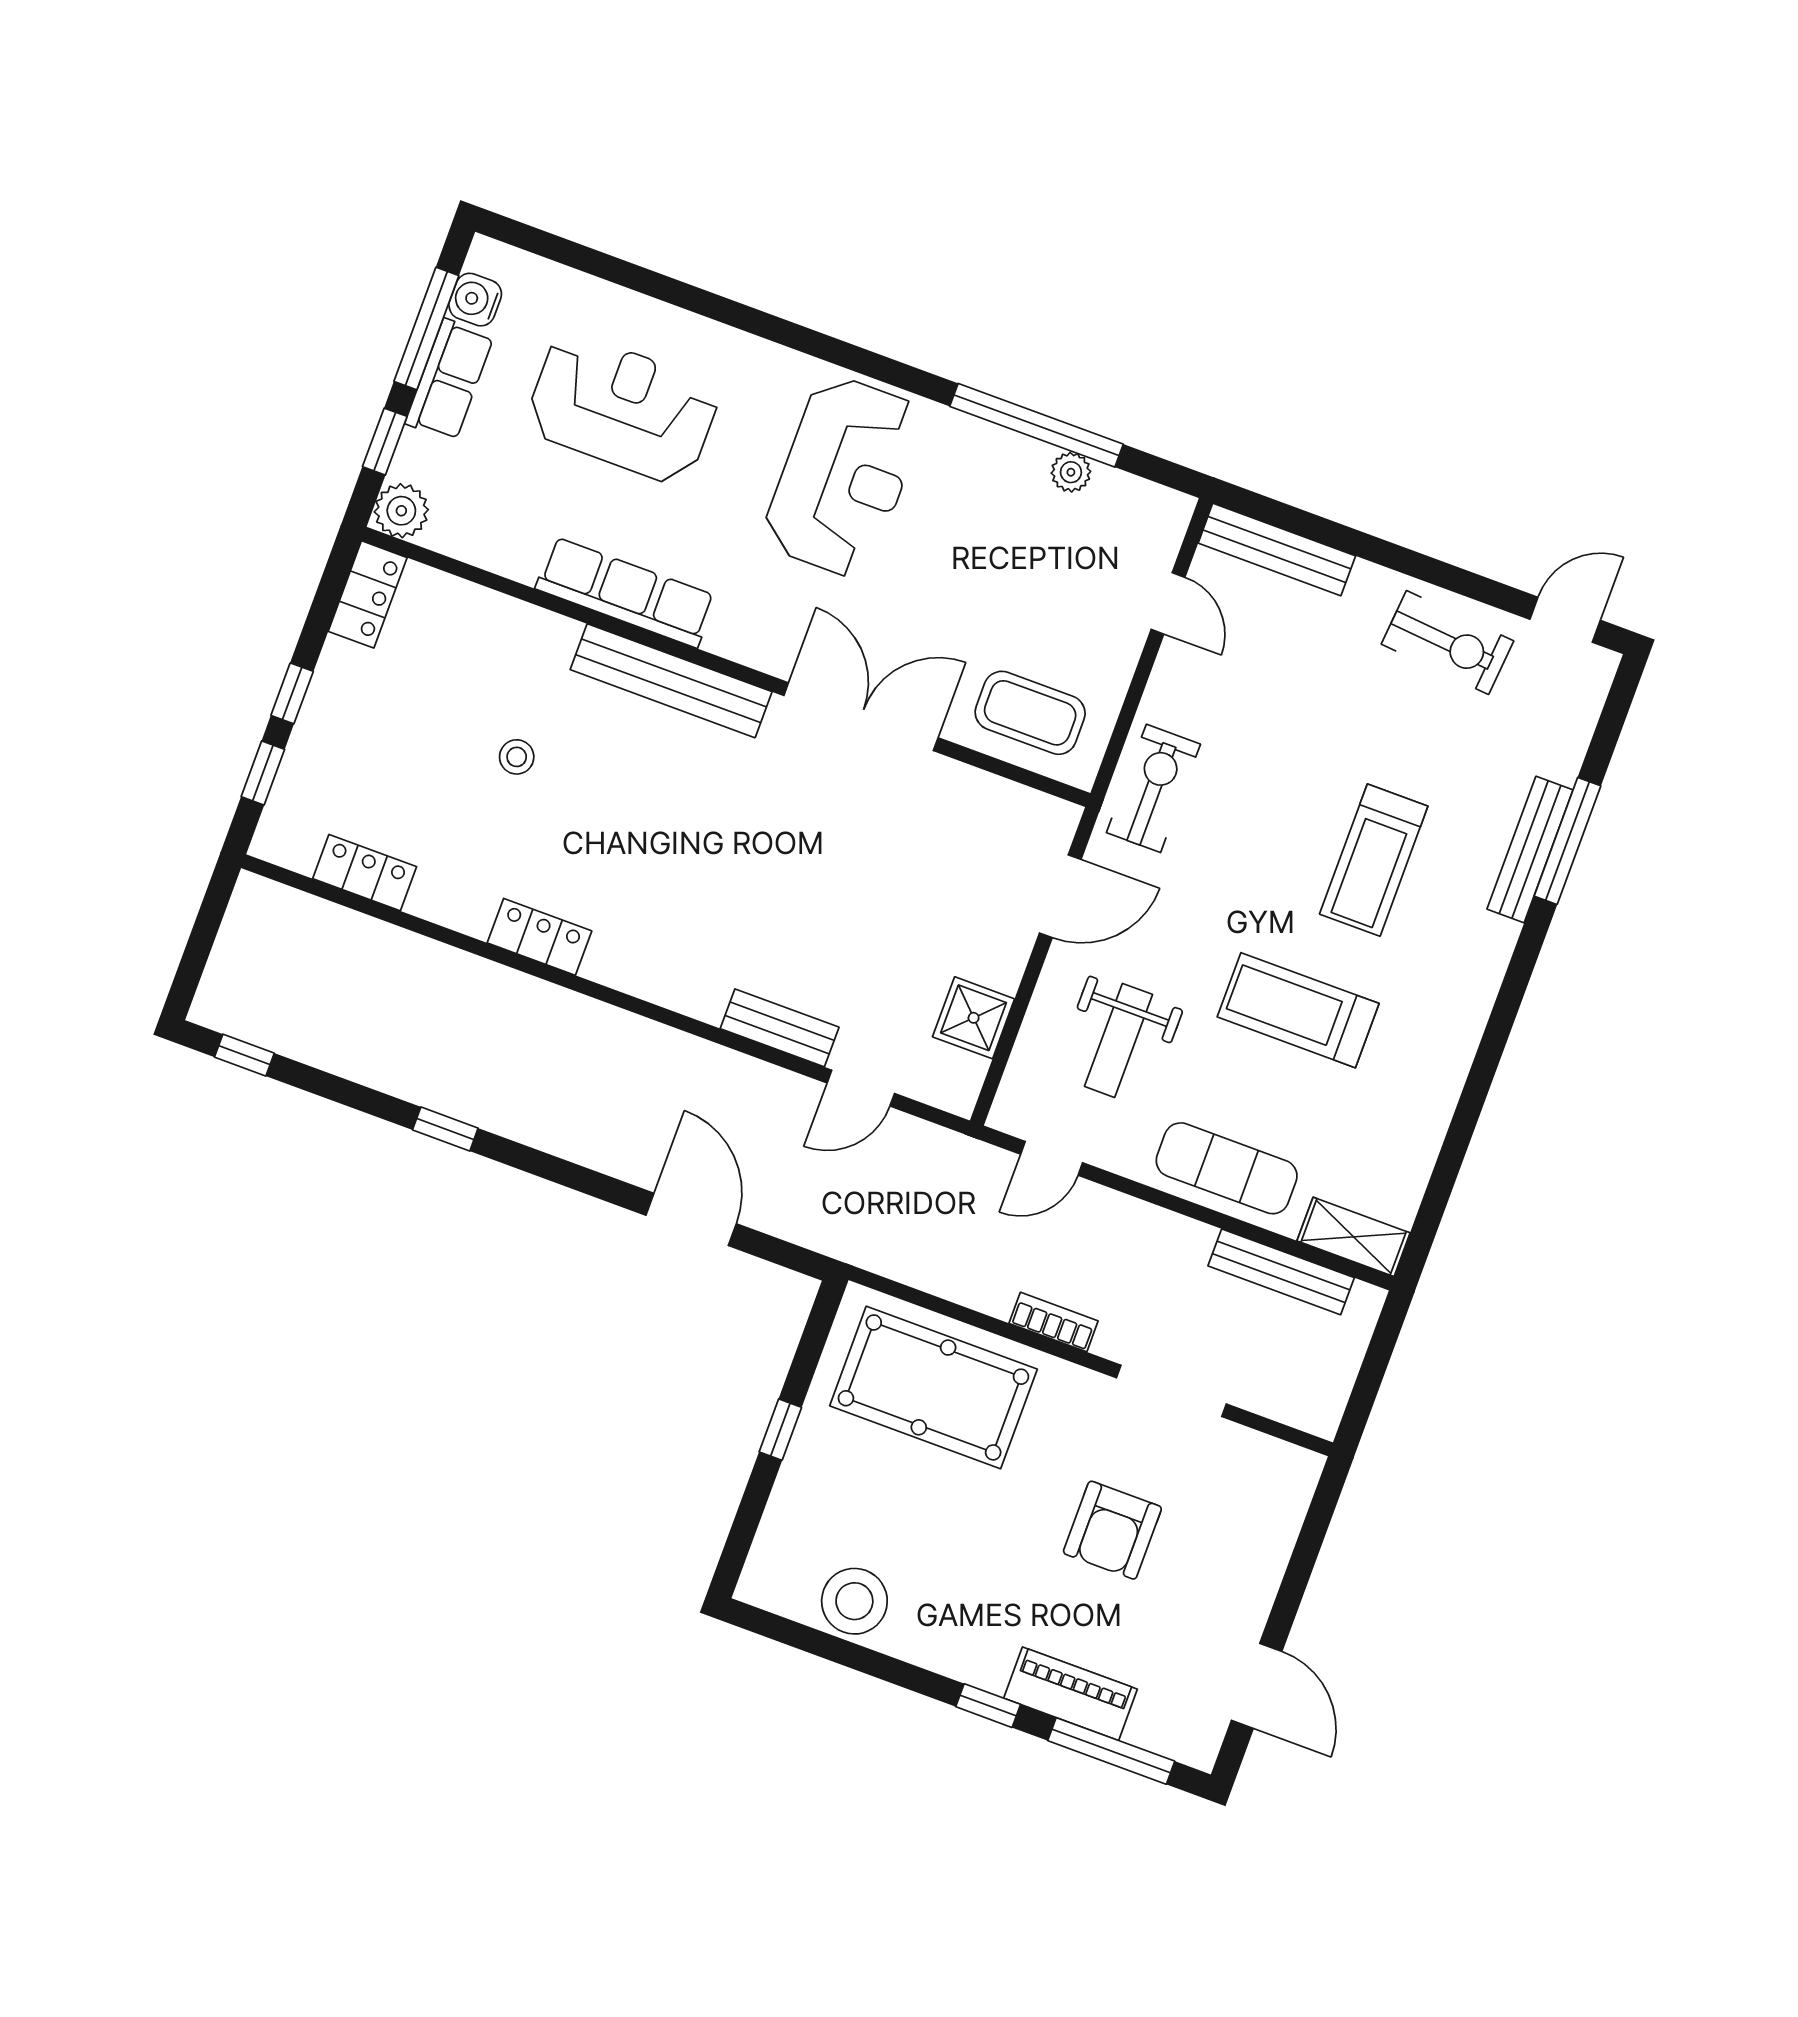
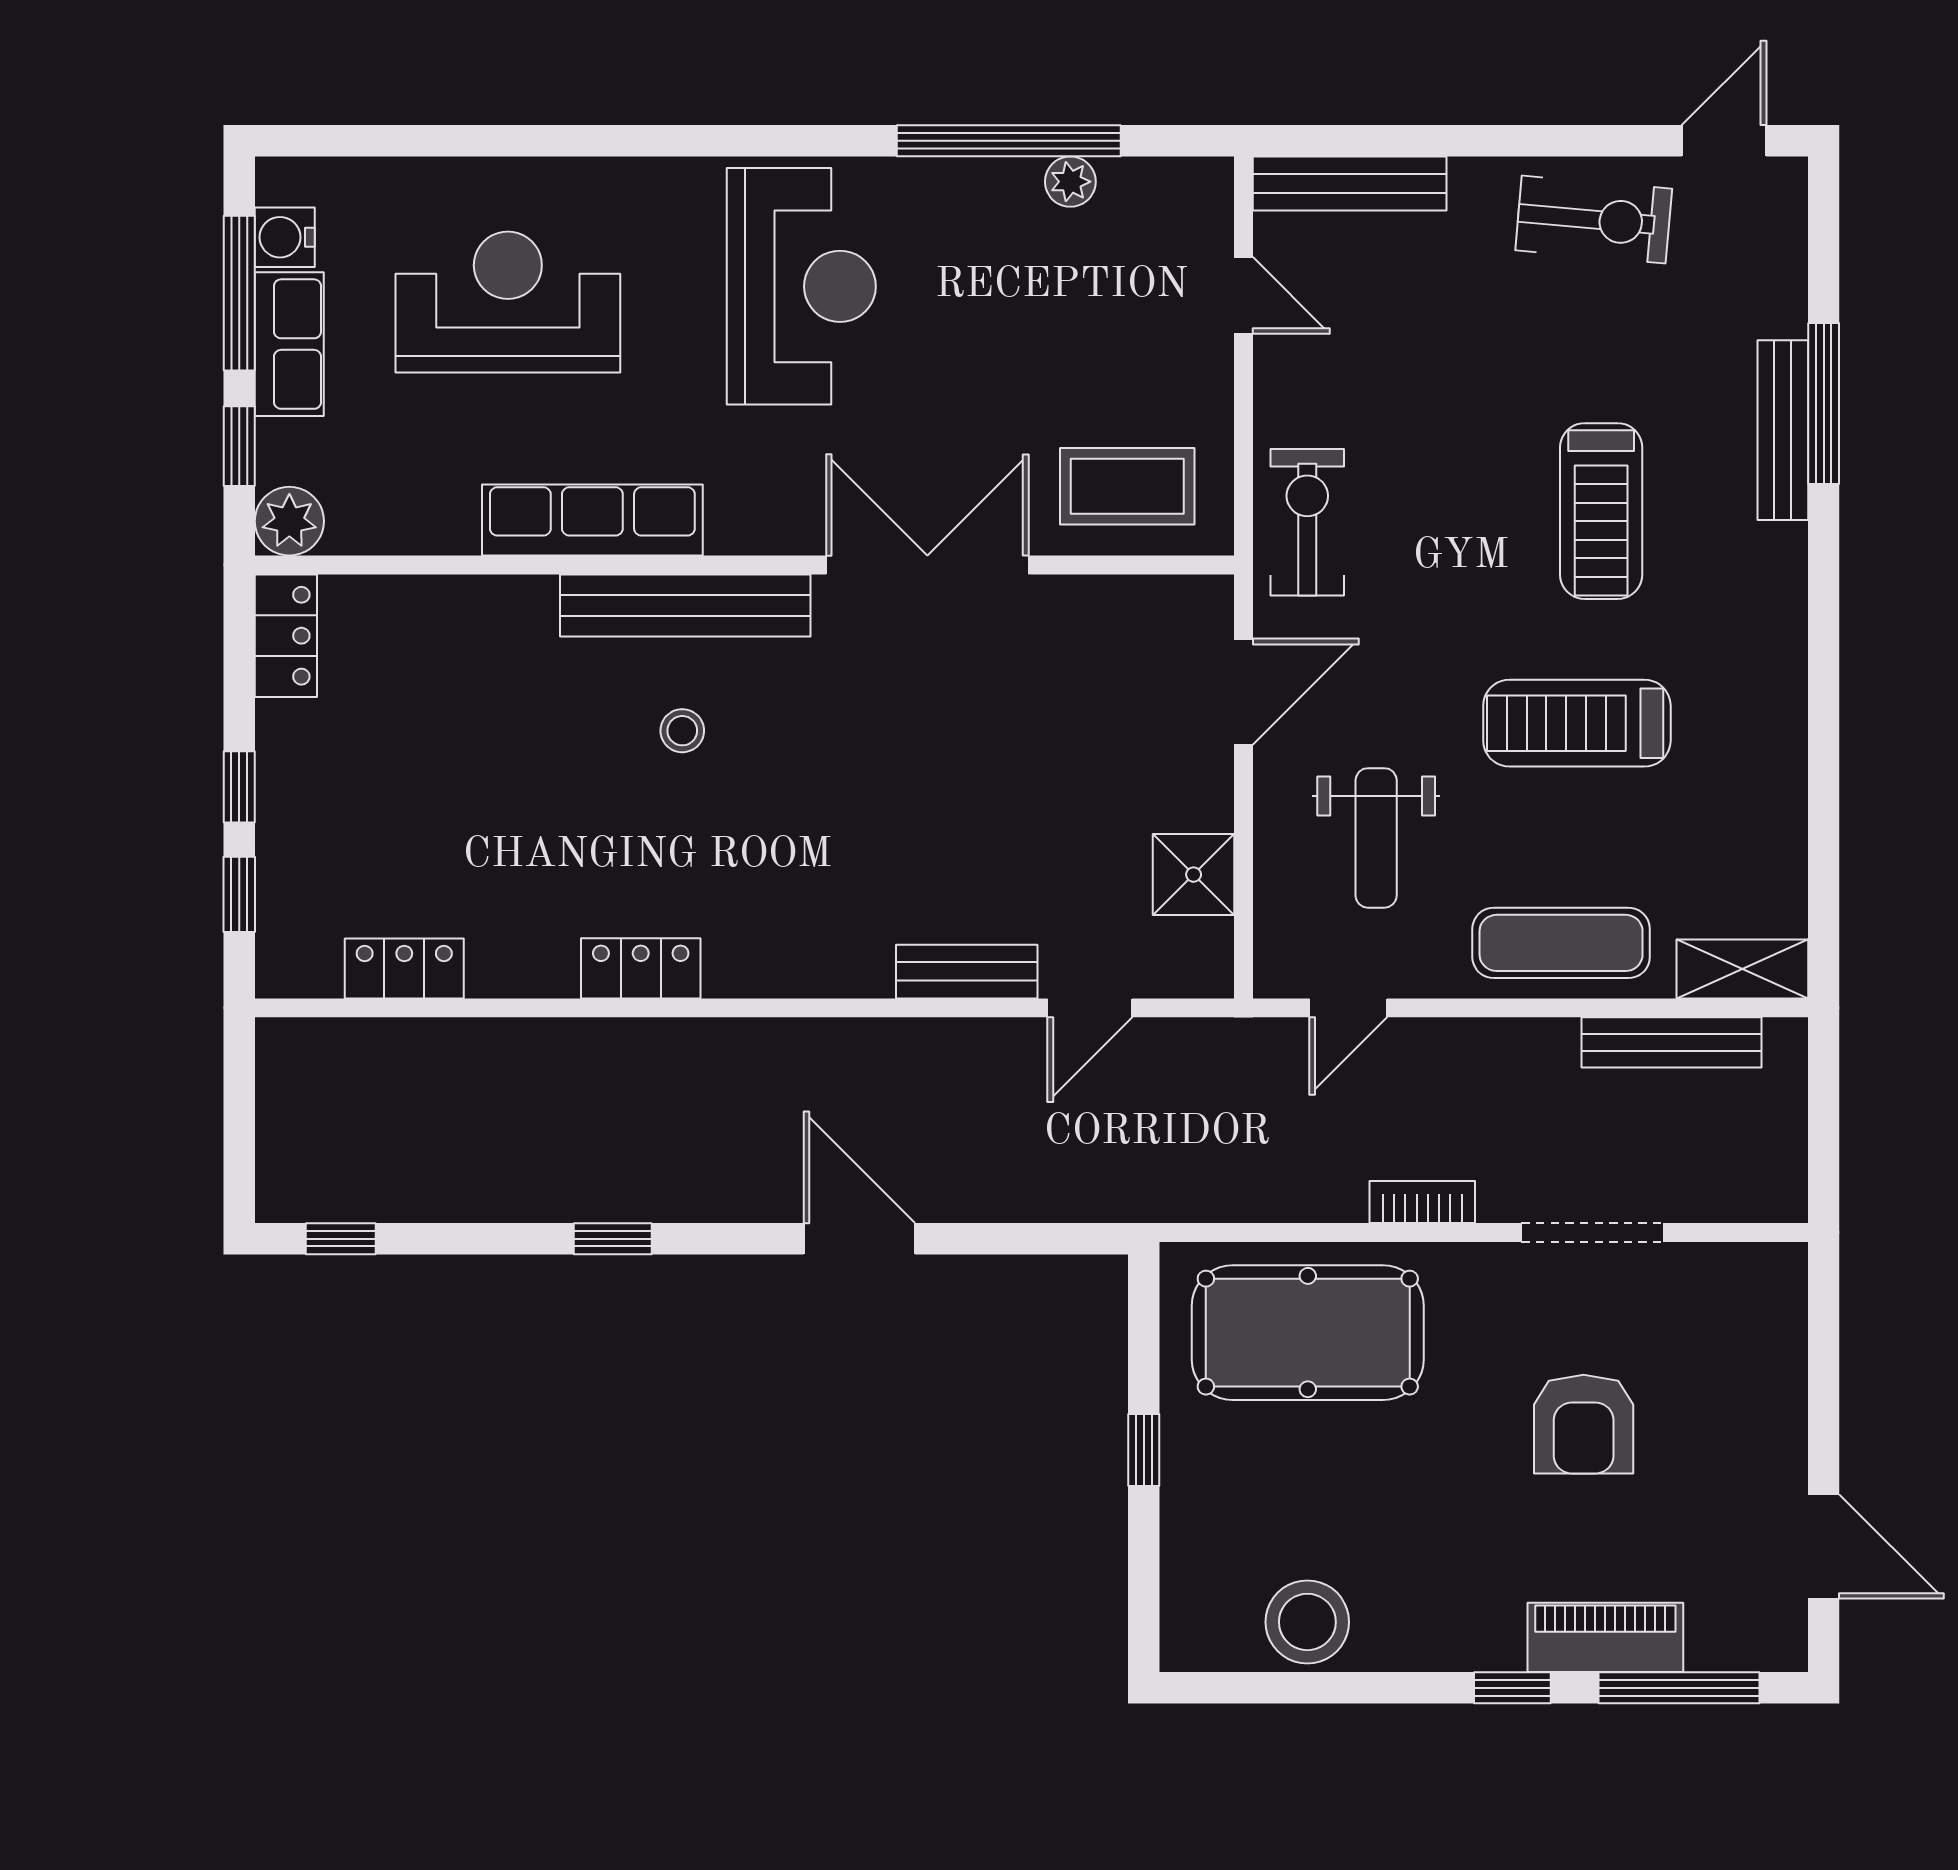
stool: (517, 757) -> (682, 731), moved
door: (691, 1219) -> (859, 1239), moved

